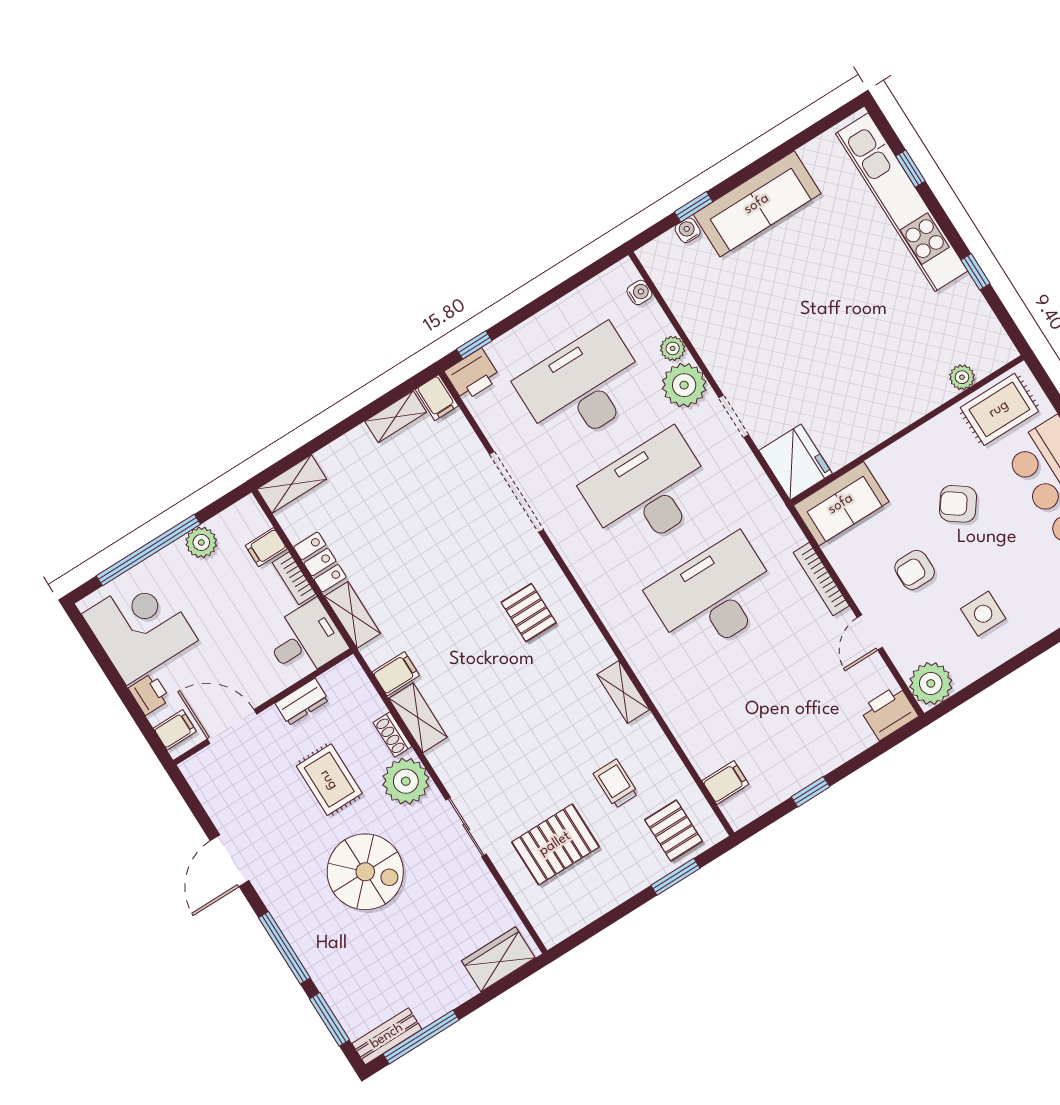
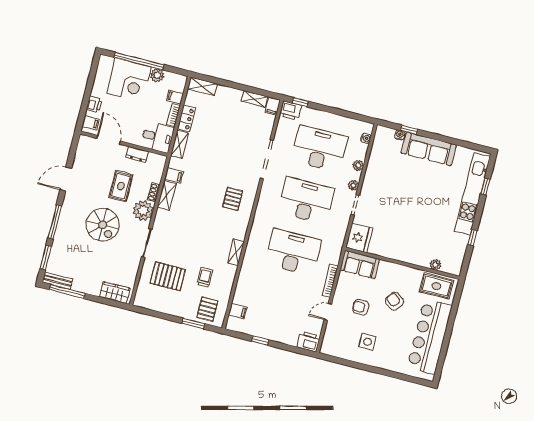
plant: (684, 385) -> (353, 185), width x0.53, depth x0.53
corner desk: (140, 627) -> (129, 80), moved, turned 90
plant: (931, 683) -> (330, 346), removed

